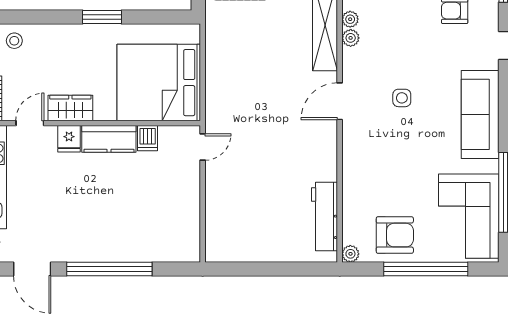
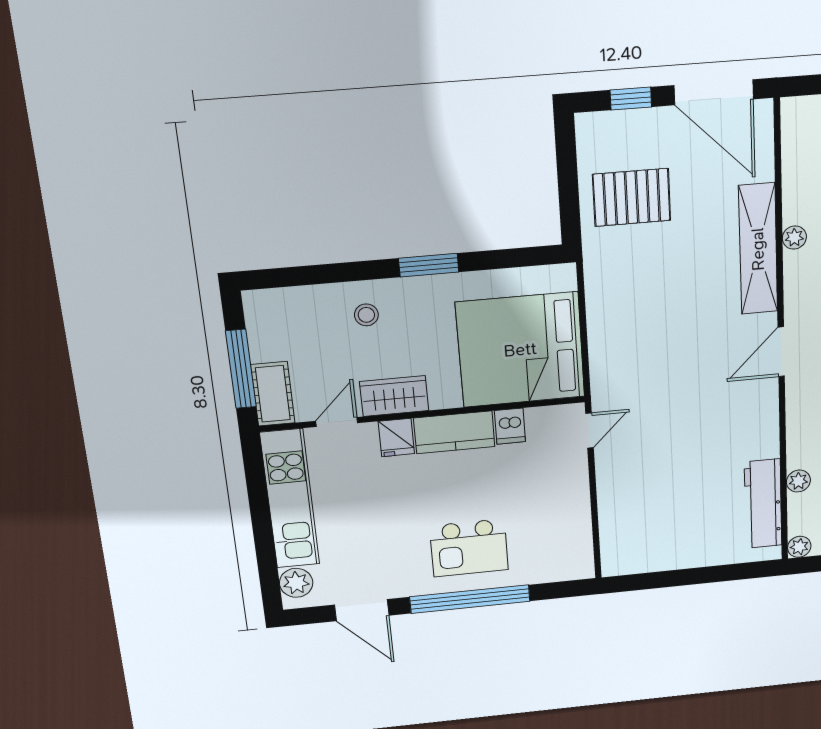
plant: (351, 38) -> (798, 481), moved
stool: (14, 41) -> (366, 315), moved
kitchen island: (112, 228) -> (469, 548), added

